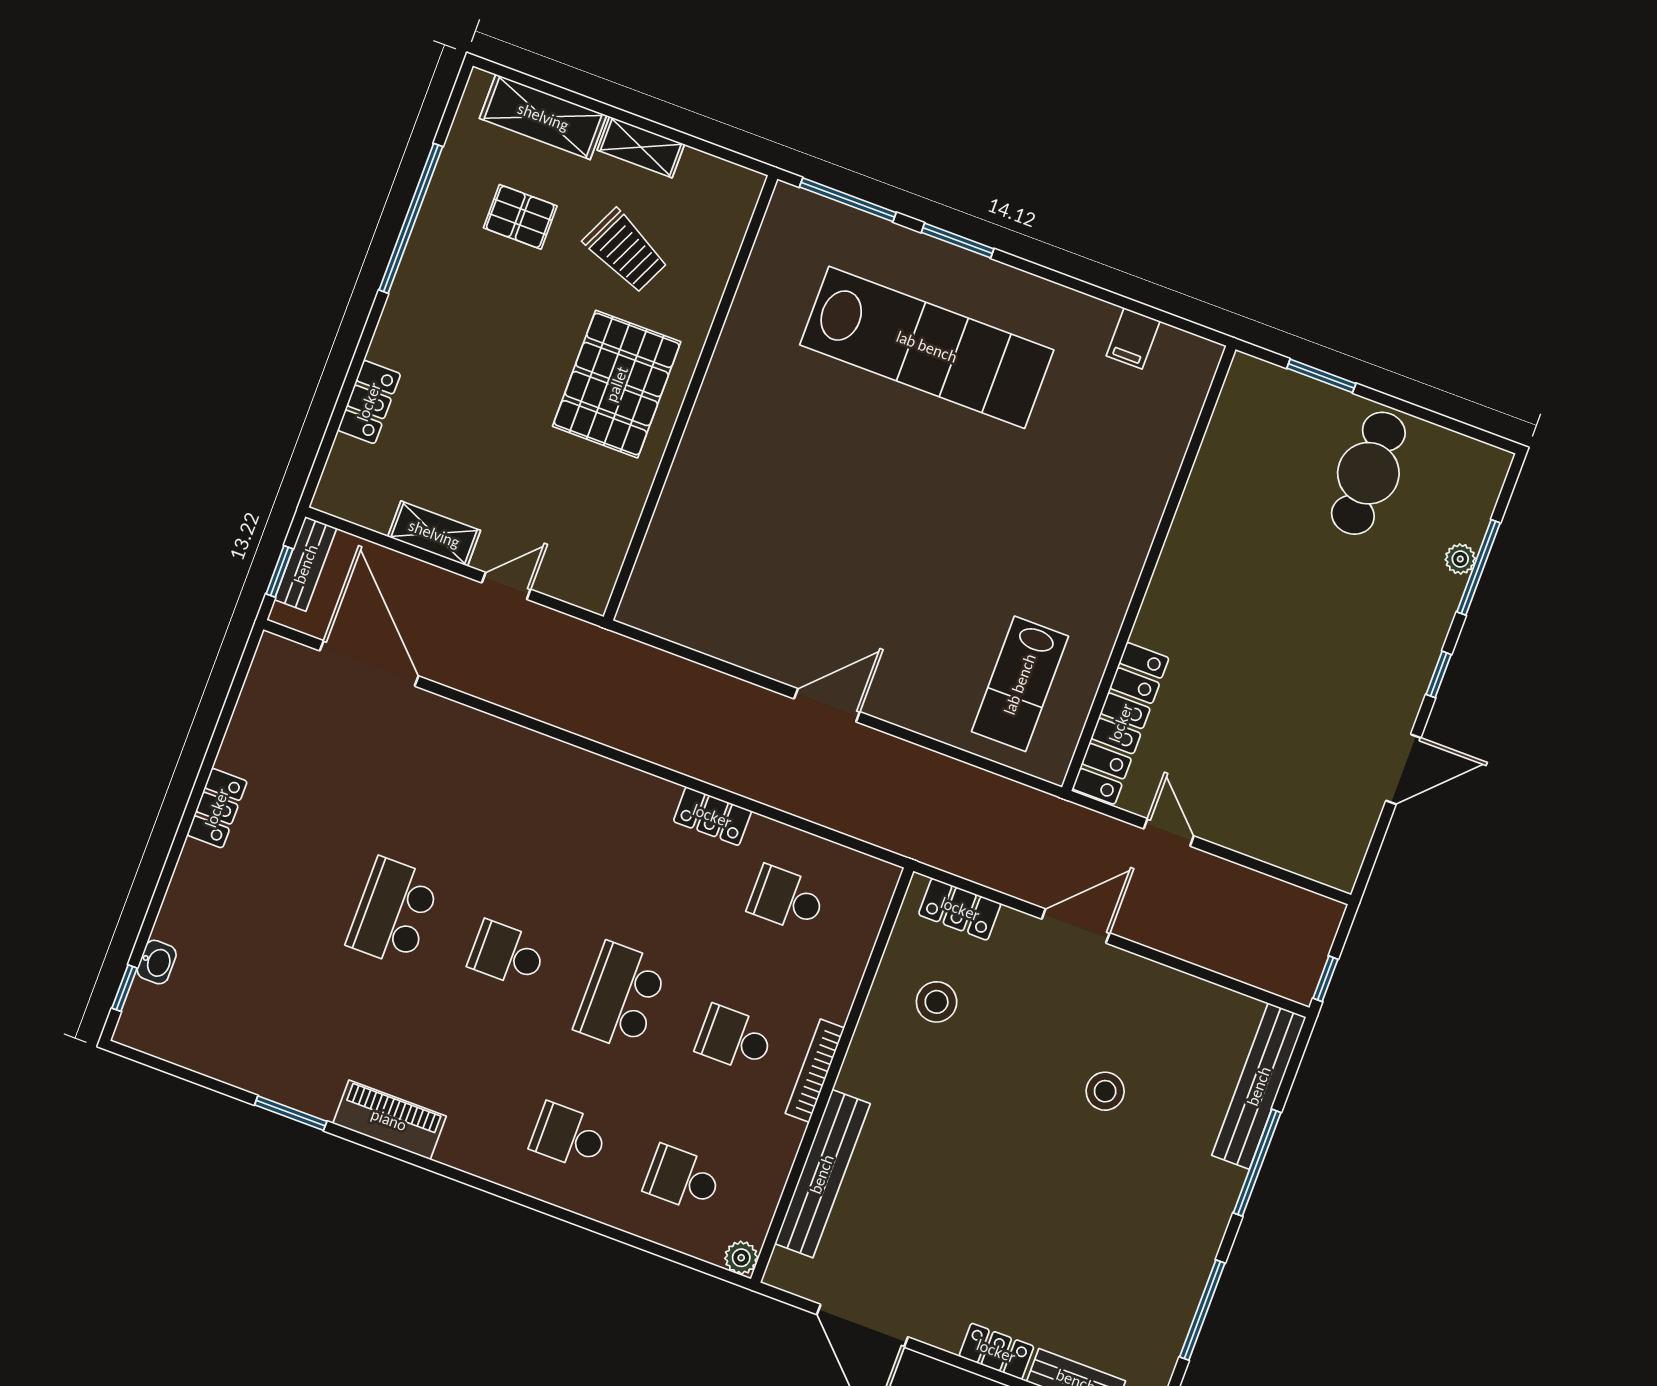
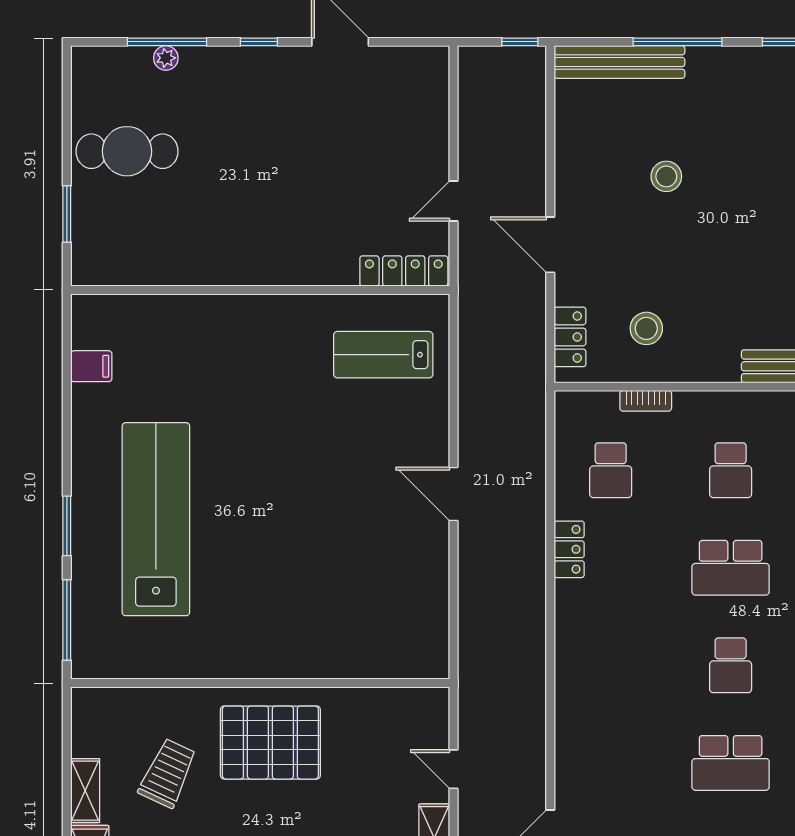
lab bench: (1020, 684) -> (383, 355), turned 180
locker: (1121, 723) -> (404, 271), width x0.71, depth x0.83
bookcase: (815, 1071) -> (646, 401), moved, width x0.64

